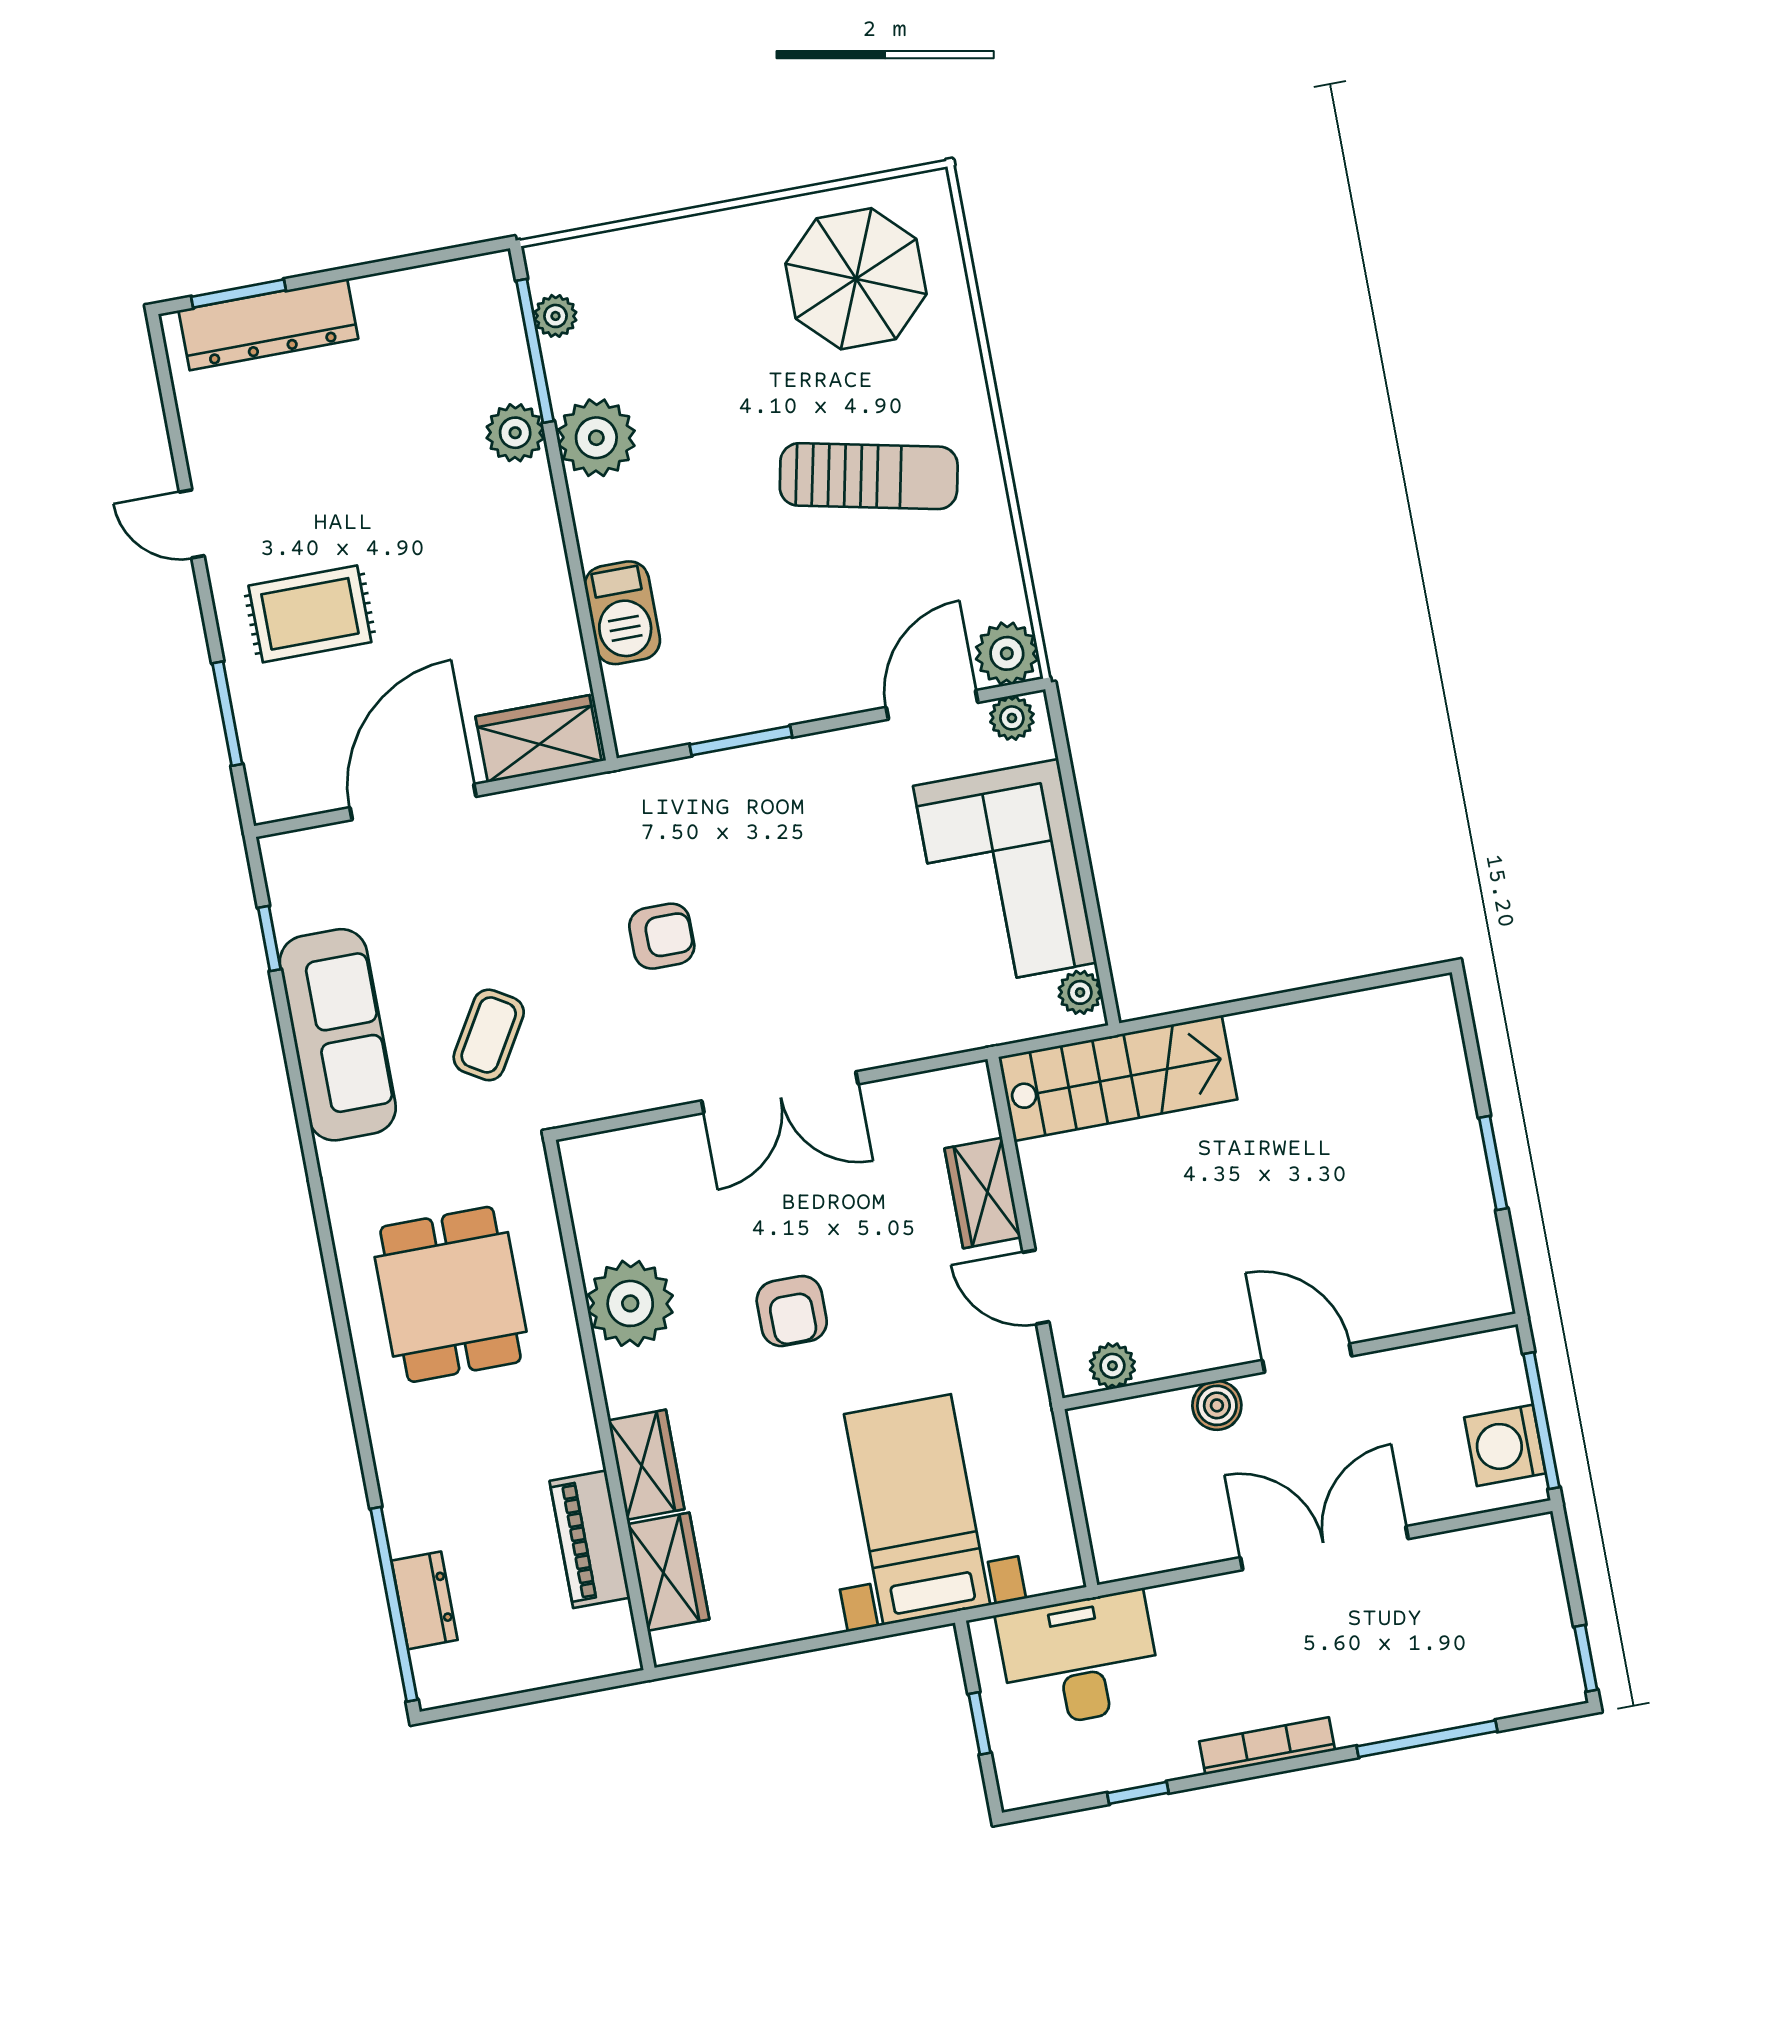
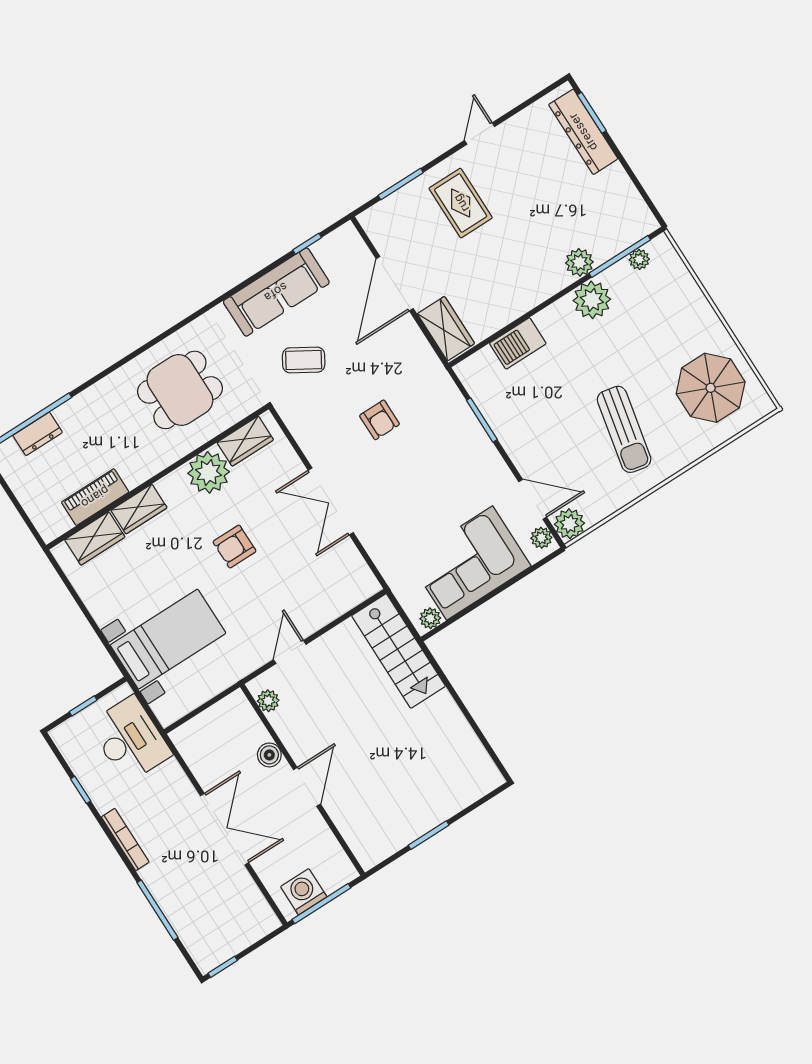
door: (413, 802) -> (395, 284), swing flipped
wardrobe: (983, 1193) -> (245, 441), moved, turned 180

